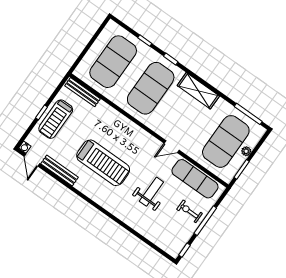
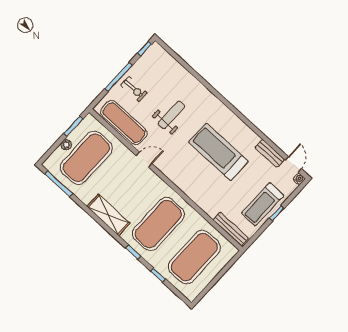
treadmill: (56, 119) -> (263, 204), turned 180
bench: (59, 171) -> (270, 153), width x0.73
weight bench: (151, 192) -> (171, 115), turned 180

